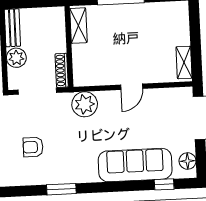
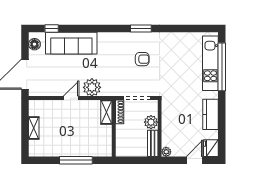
shelving: (78, 26) -> (106, 112), moved
shelving: (184, 63) -> (34, 128), moved
plant: (85, 104) -> (92, 87), moved
window: (61, 189) -> (141, 29), moved

